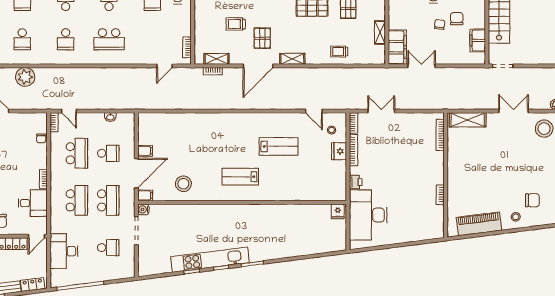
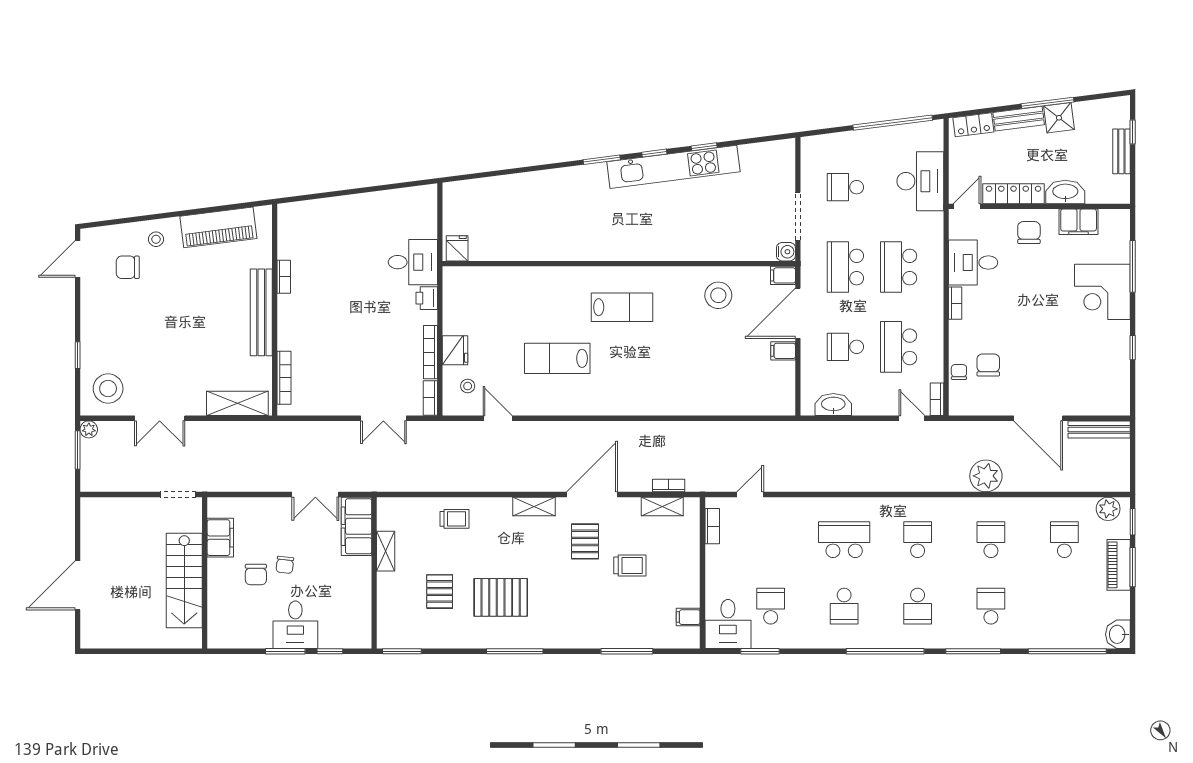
washbasin: (110, 117) -> (833, 405), width x1.91, depth x1.45
chair: (24, 142) -> (988, 365), added
bench: (454, 174) -> (261, 312), added
desk: (368, 215) -> (413, 262), width x0.53, depth x0.77

